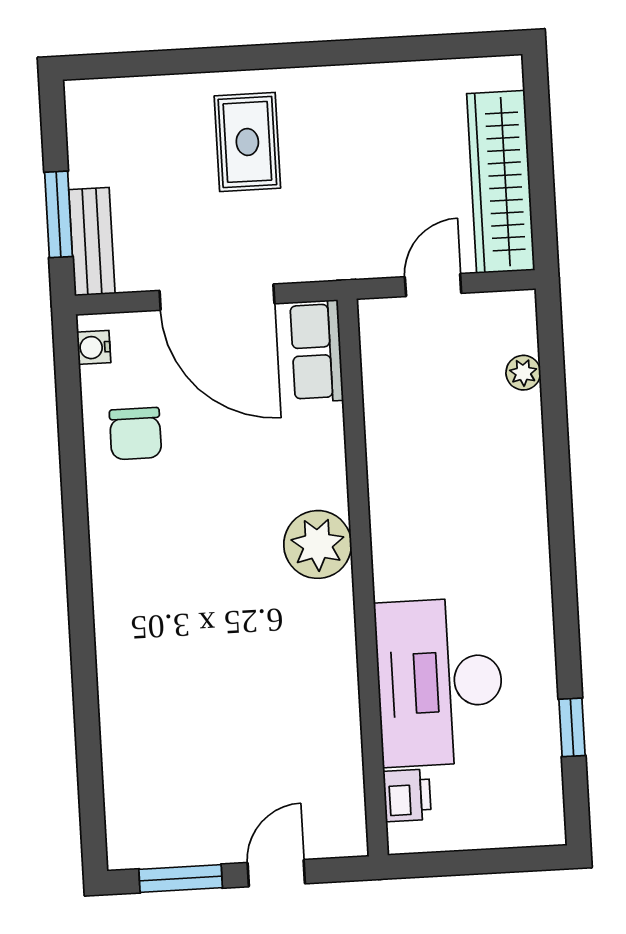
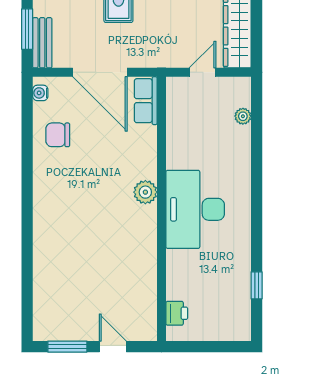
chair: (135, 434) -> (58, 135), turned 90
plant: (318, 544) -> (145, 192), width x0.73, depth x0.73
desk: (440, 682) -> (195, 209), moved
door: (276, 873) -> (113, 347), hinge flipped

